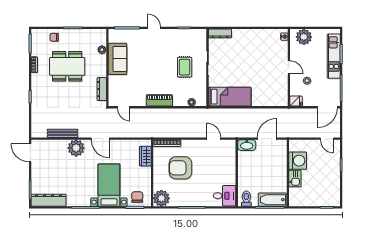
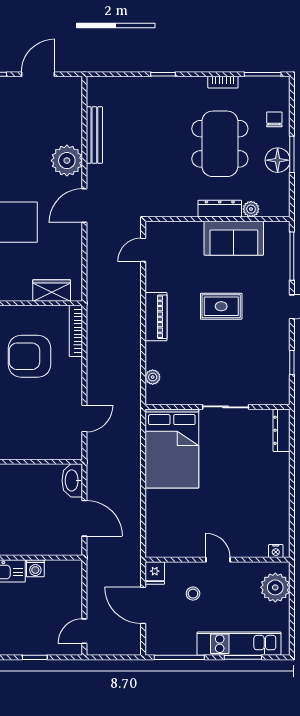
floor lamp: (76, 36) -> (278, 160), added
rug: (185, 67) -> (221, 306), moved
door: (289, 67) -> (218, 560), swing flipped
dresser: (102, 89) -> (220, 209), moved
bed: (230, 97) -> (172, 448), width x1.50
door: (327, 107) -> (143, 605), moved
door: (30, 153) -> (38, 74), moved
washing machine: (298, 161) -> (35, 568), width x0.53, depth x0.53
armchair: (180, 168) -> (30, 356), turned -90

